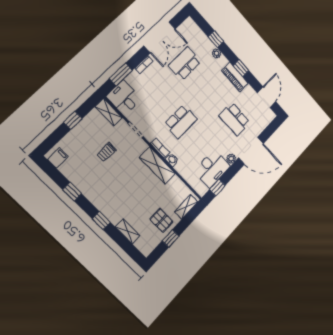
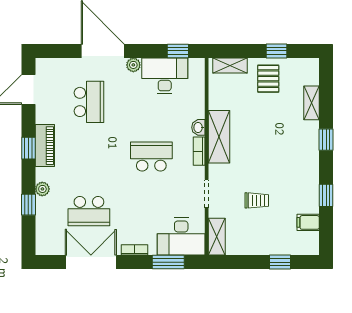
desk: (124, 98) -> (181, 237), width x1.37
window: (73, 120) -> (280, 262), moved
filing cabinet: (58, 158) -> (308, 222), moved

